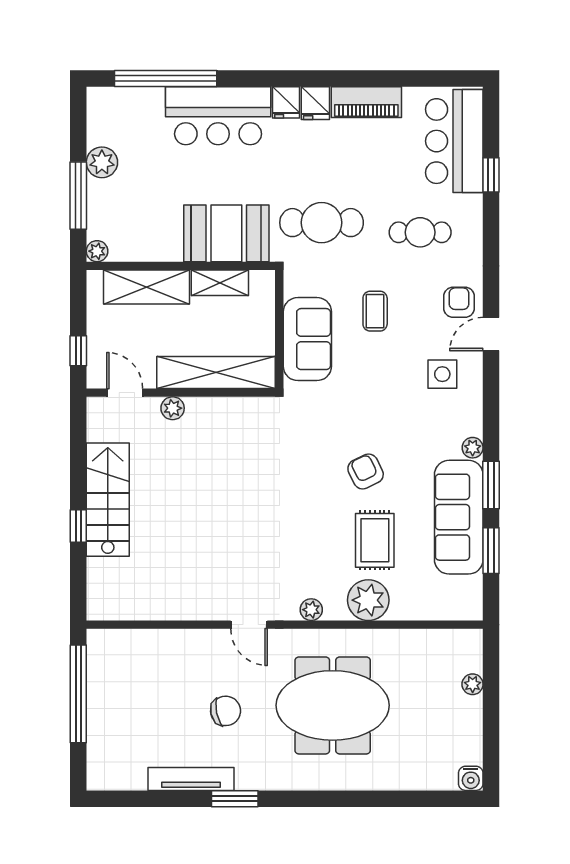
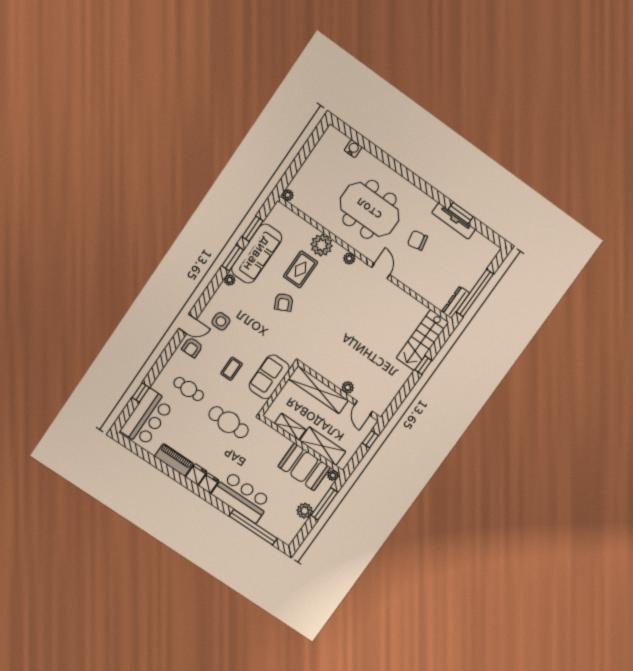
booth: (226, 233) -> (304, 467), moved
stairs: (108, 500) -> (422, 340), moved
dresser: (98, 658) -> (456, 302), added
plant: (473, 684) -> (288, 195), moved
water cooler: (471, 778) -> (353, 149), moved
window: (235, 799) -> (461, 213), moved

